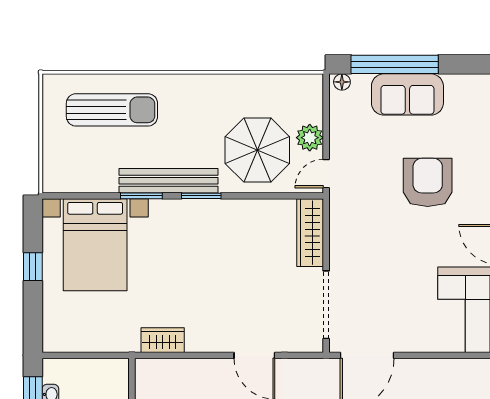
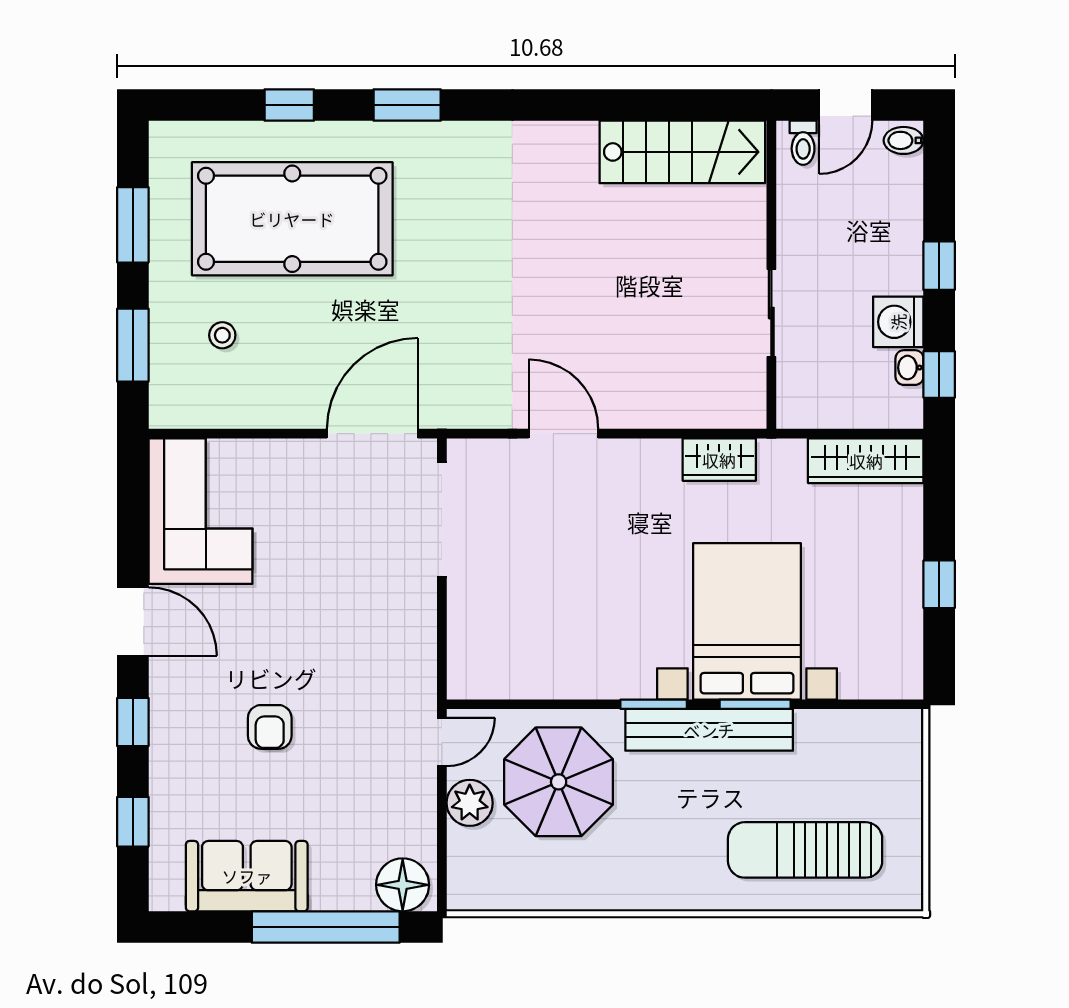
floor lamp: (342, 82) -> (403, 885), width x1.89, depth x1.89
sofa: (407, 94) -> (247, 876), moved
armchair: (428, 182) -> (270, 727), width x0.53, depth x0.53
wardrobe: (310, 233) -> (866, 461), moved, turned 90
bed with nightstands: (95, 245) -> (747, 621), moved

